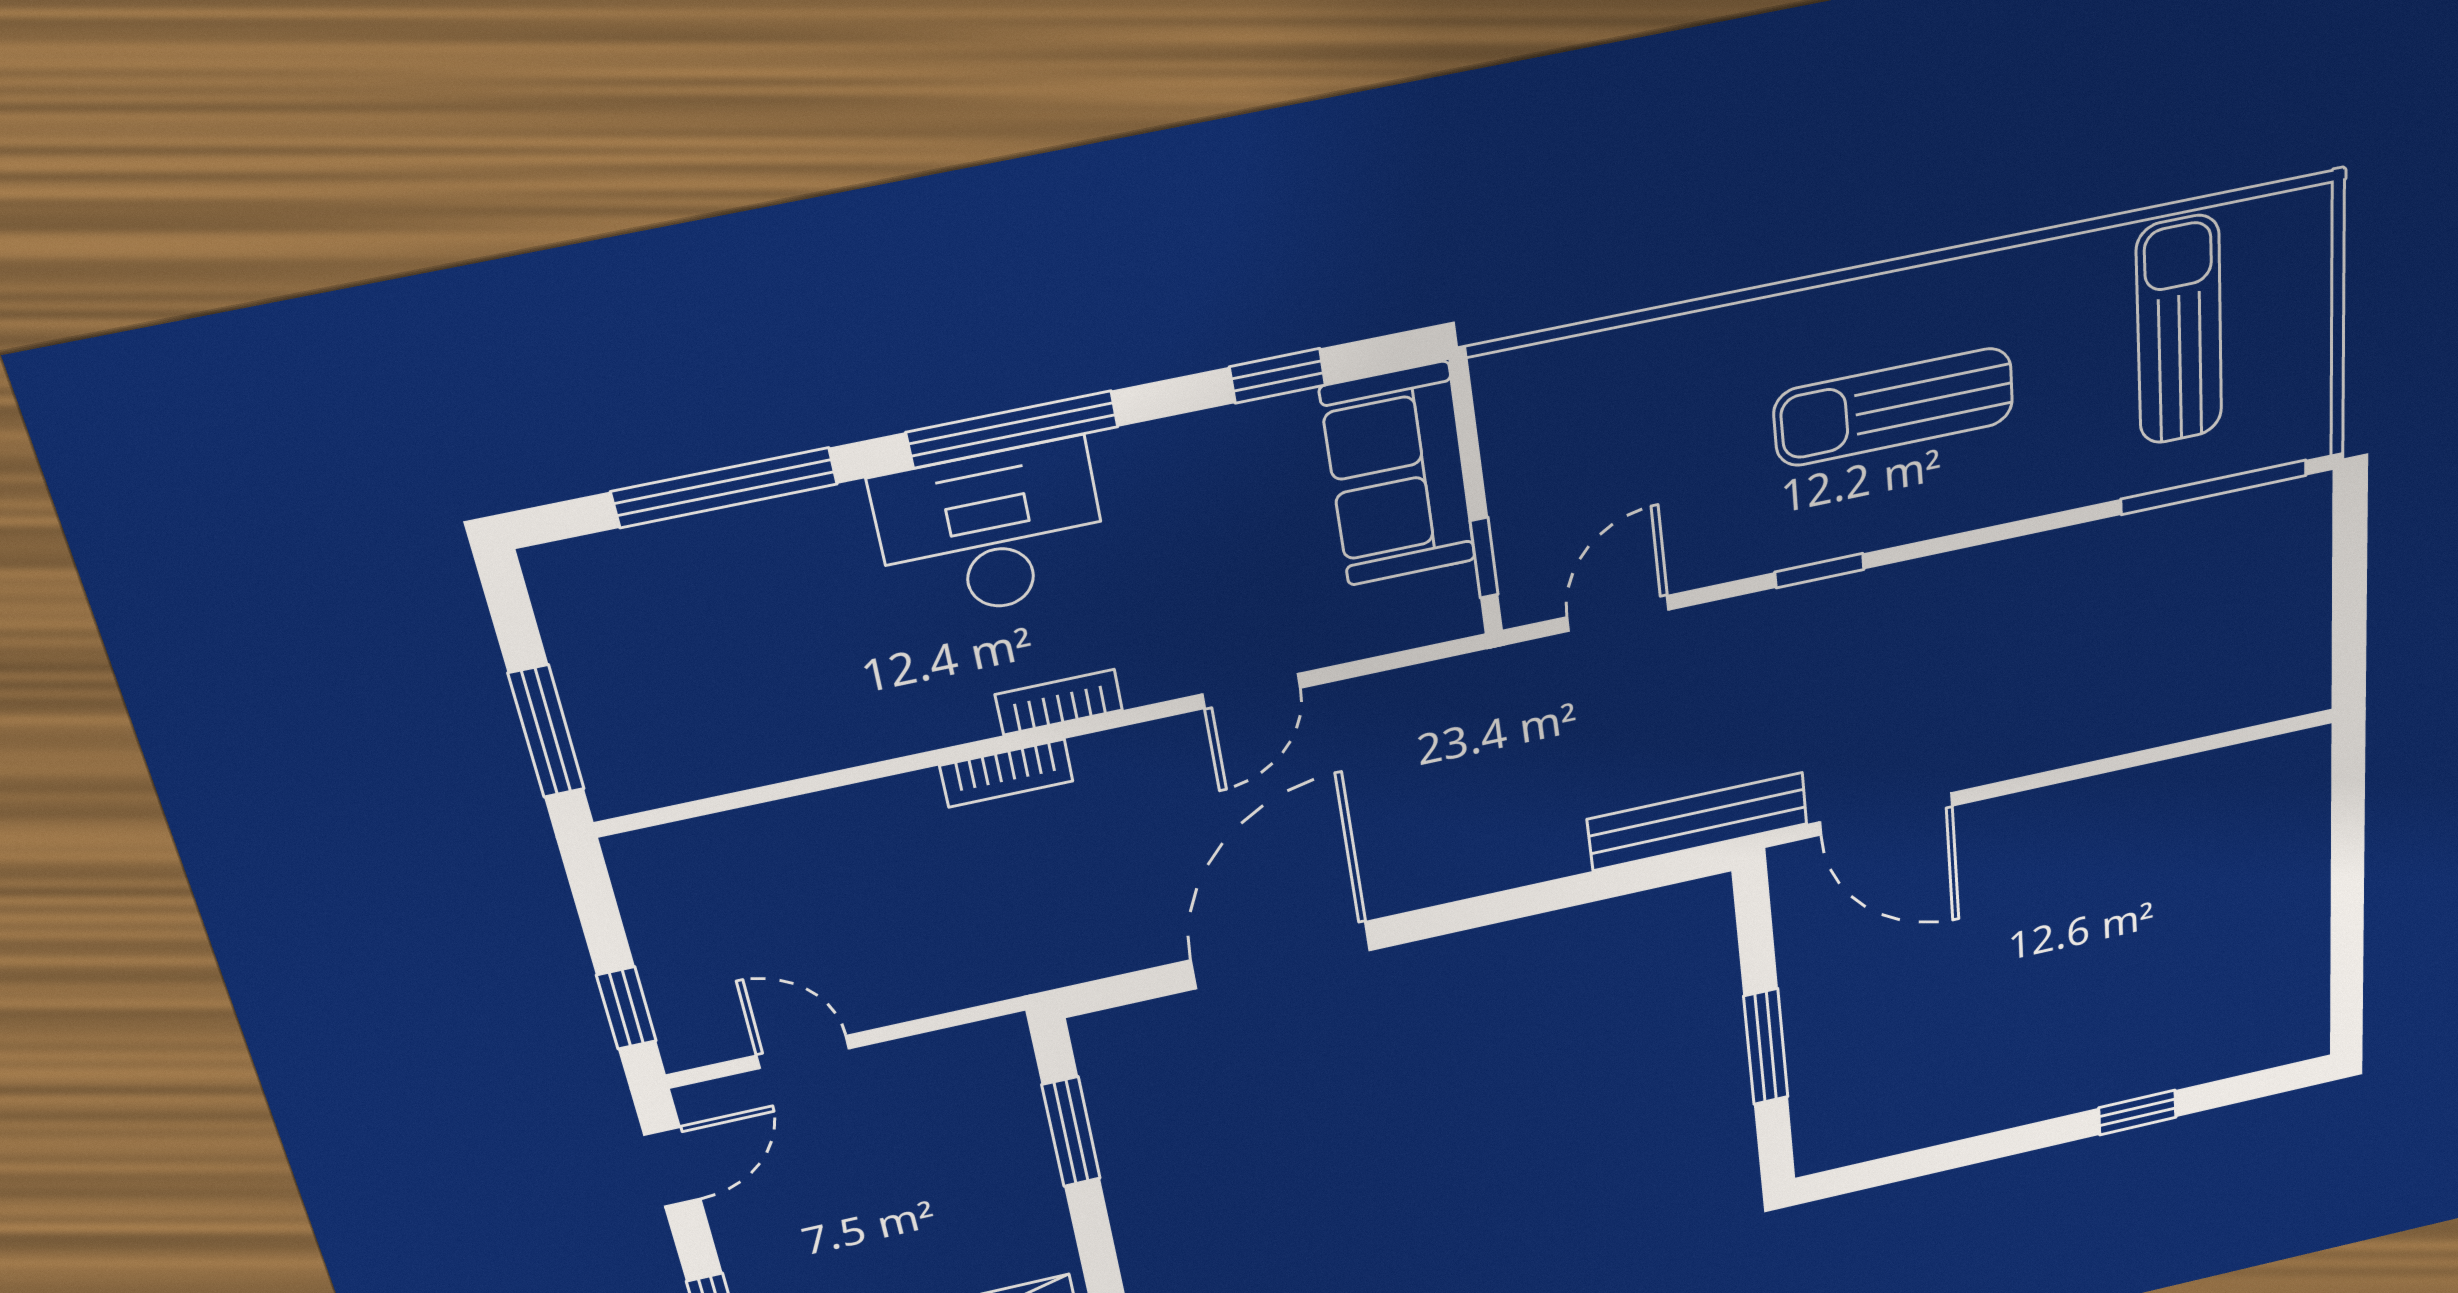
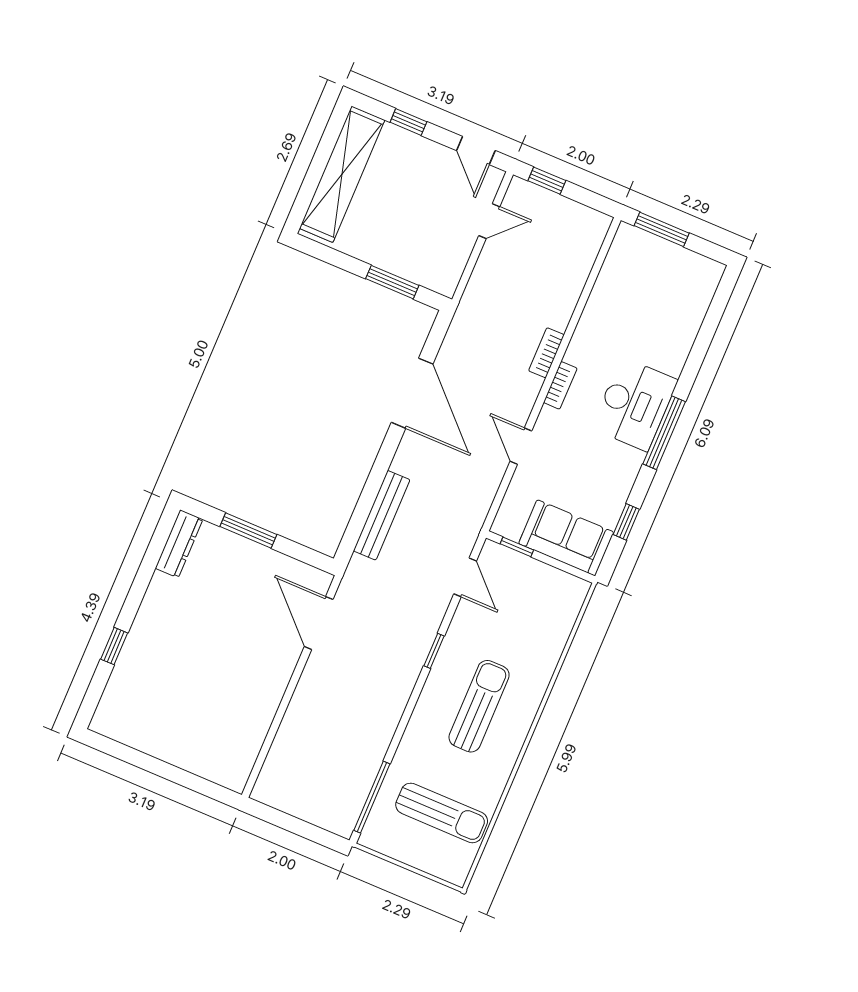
window: (724, 488) -> (704, 338), removed
door: (1886, 814) -> (319, 623), hinge flipped
bench: (1697, 822) -> (382, 515), moved
dresser: (1866, 1138) -> (179, 544), added

